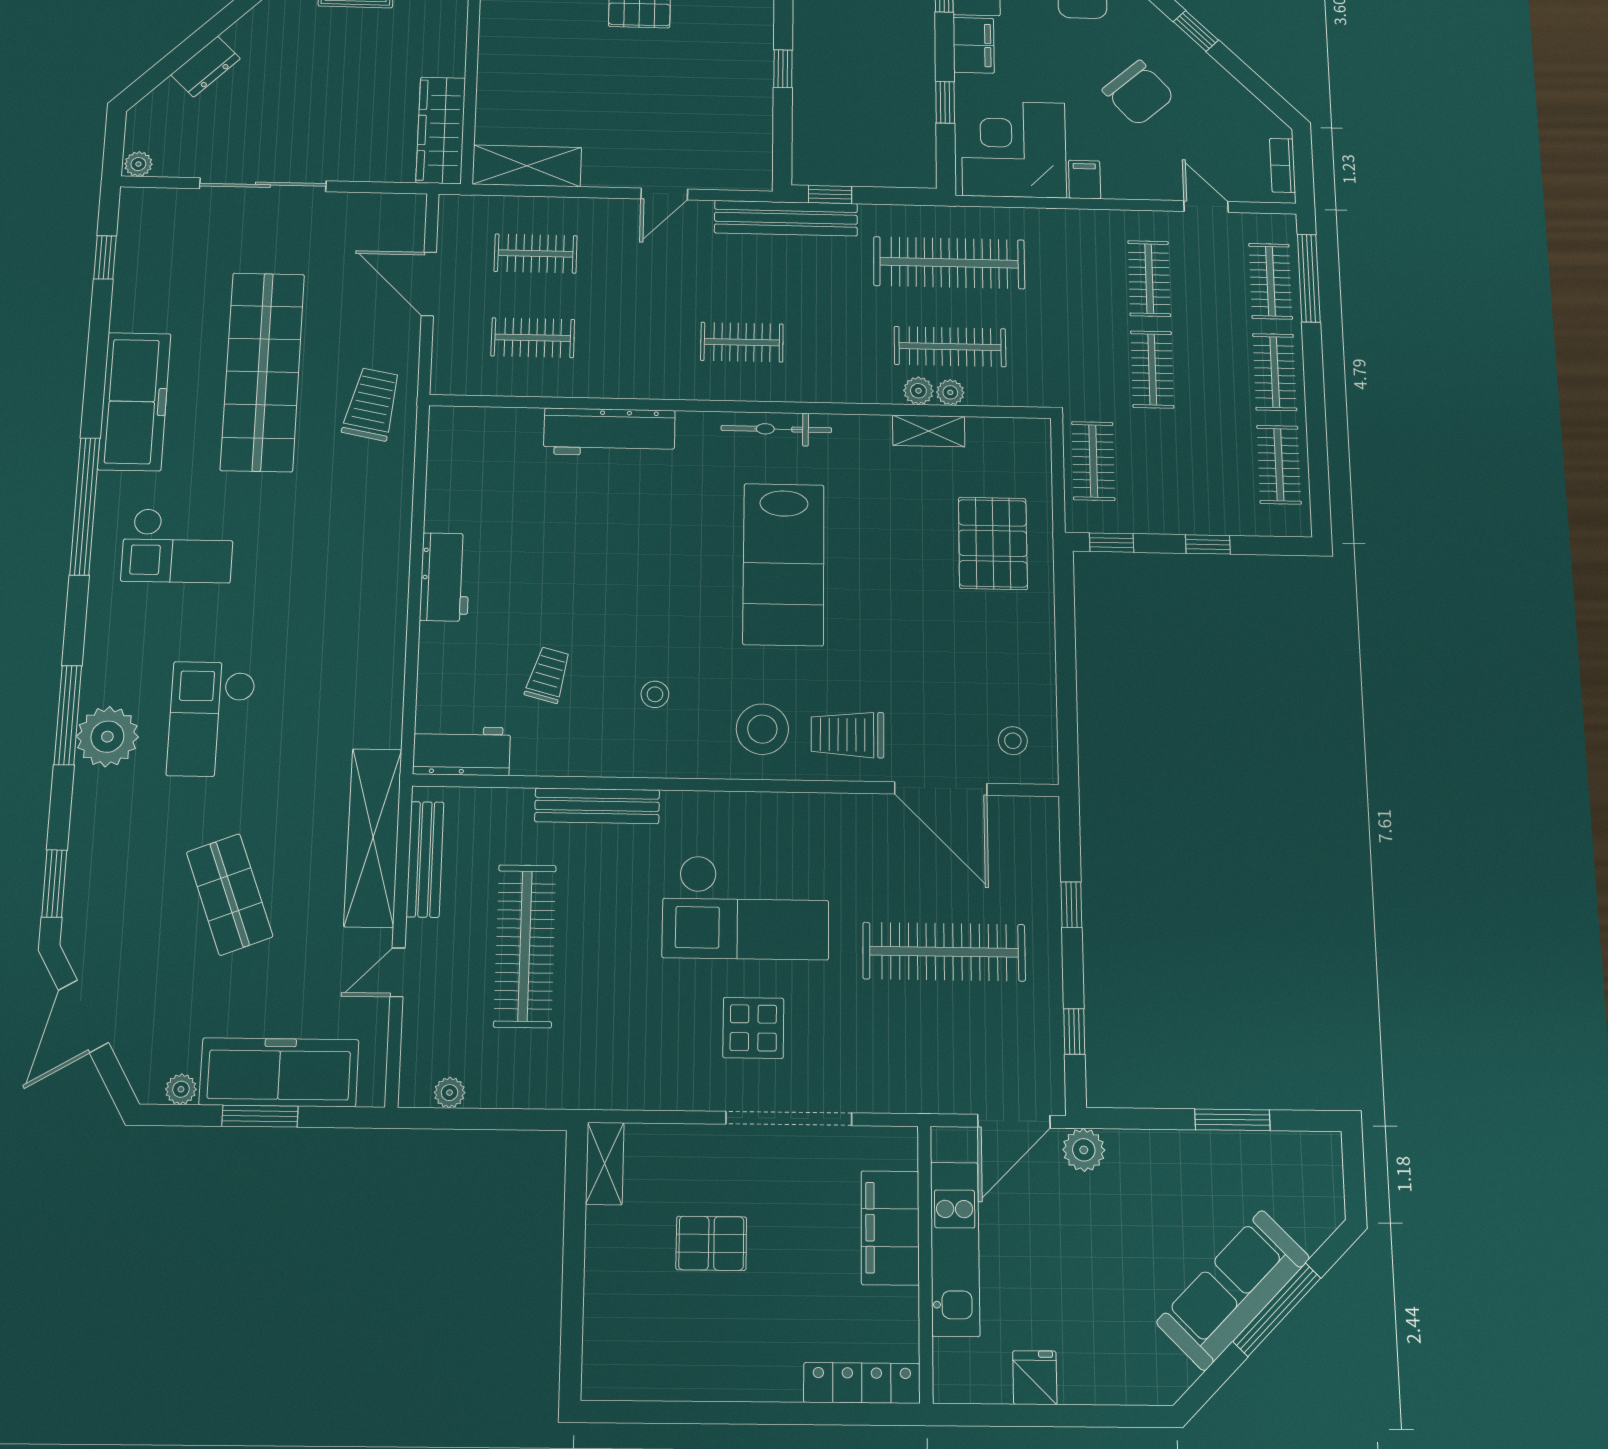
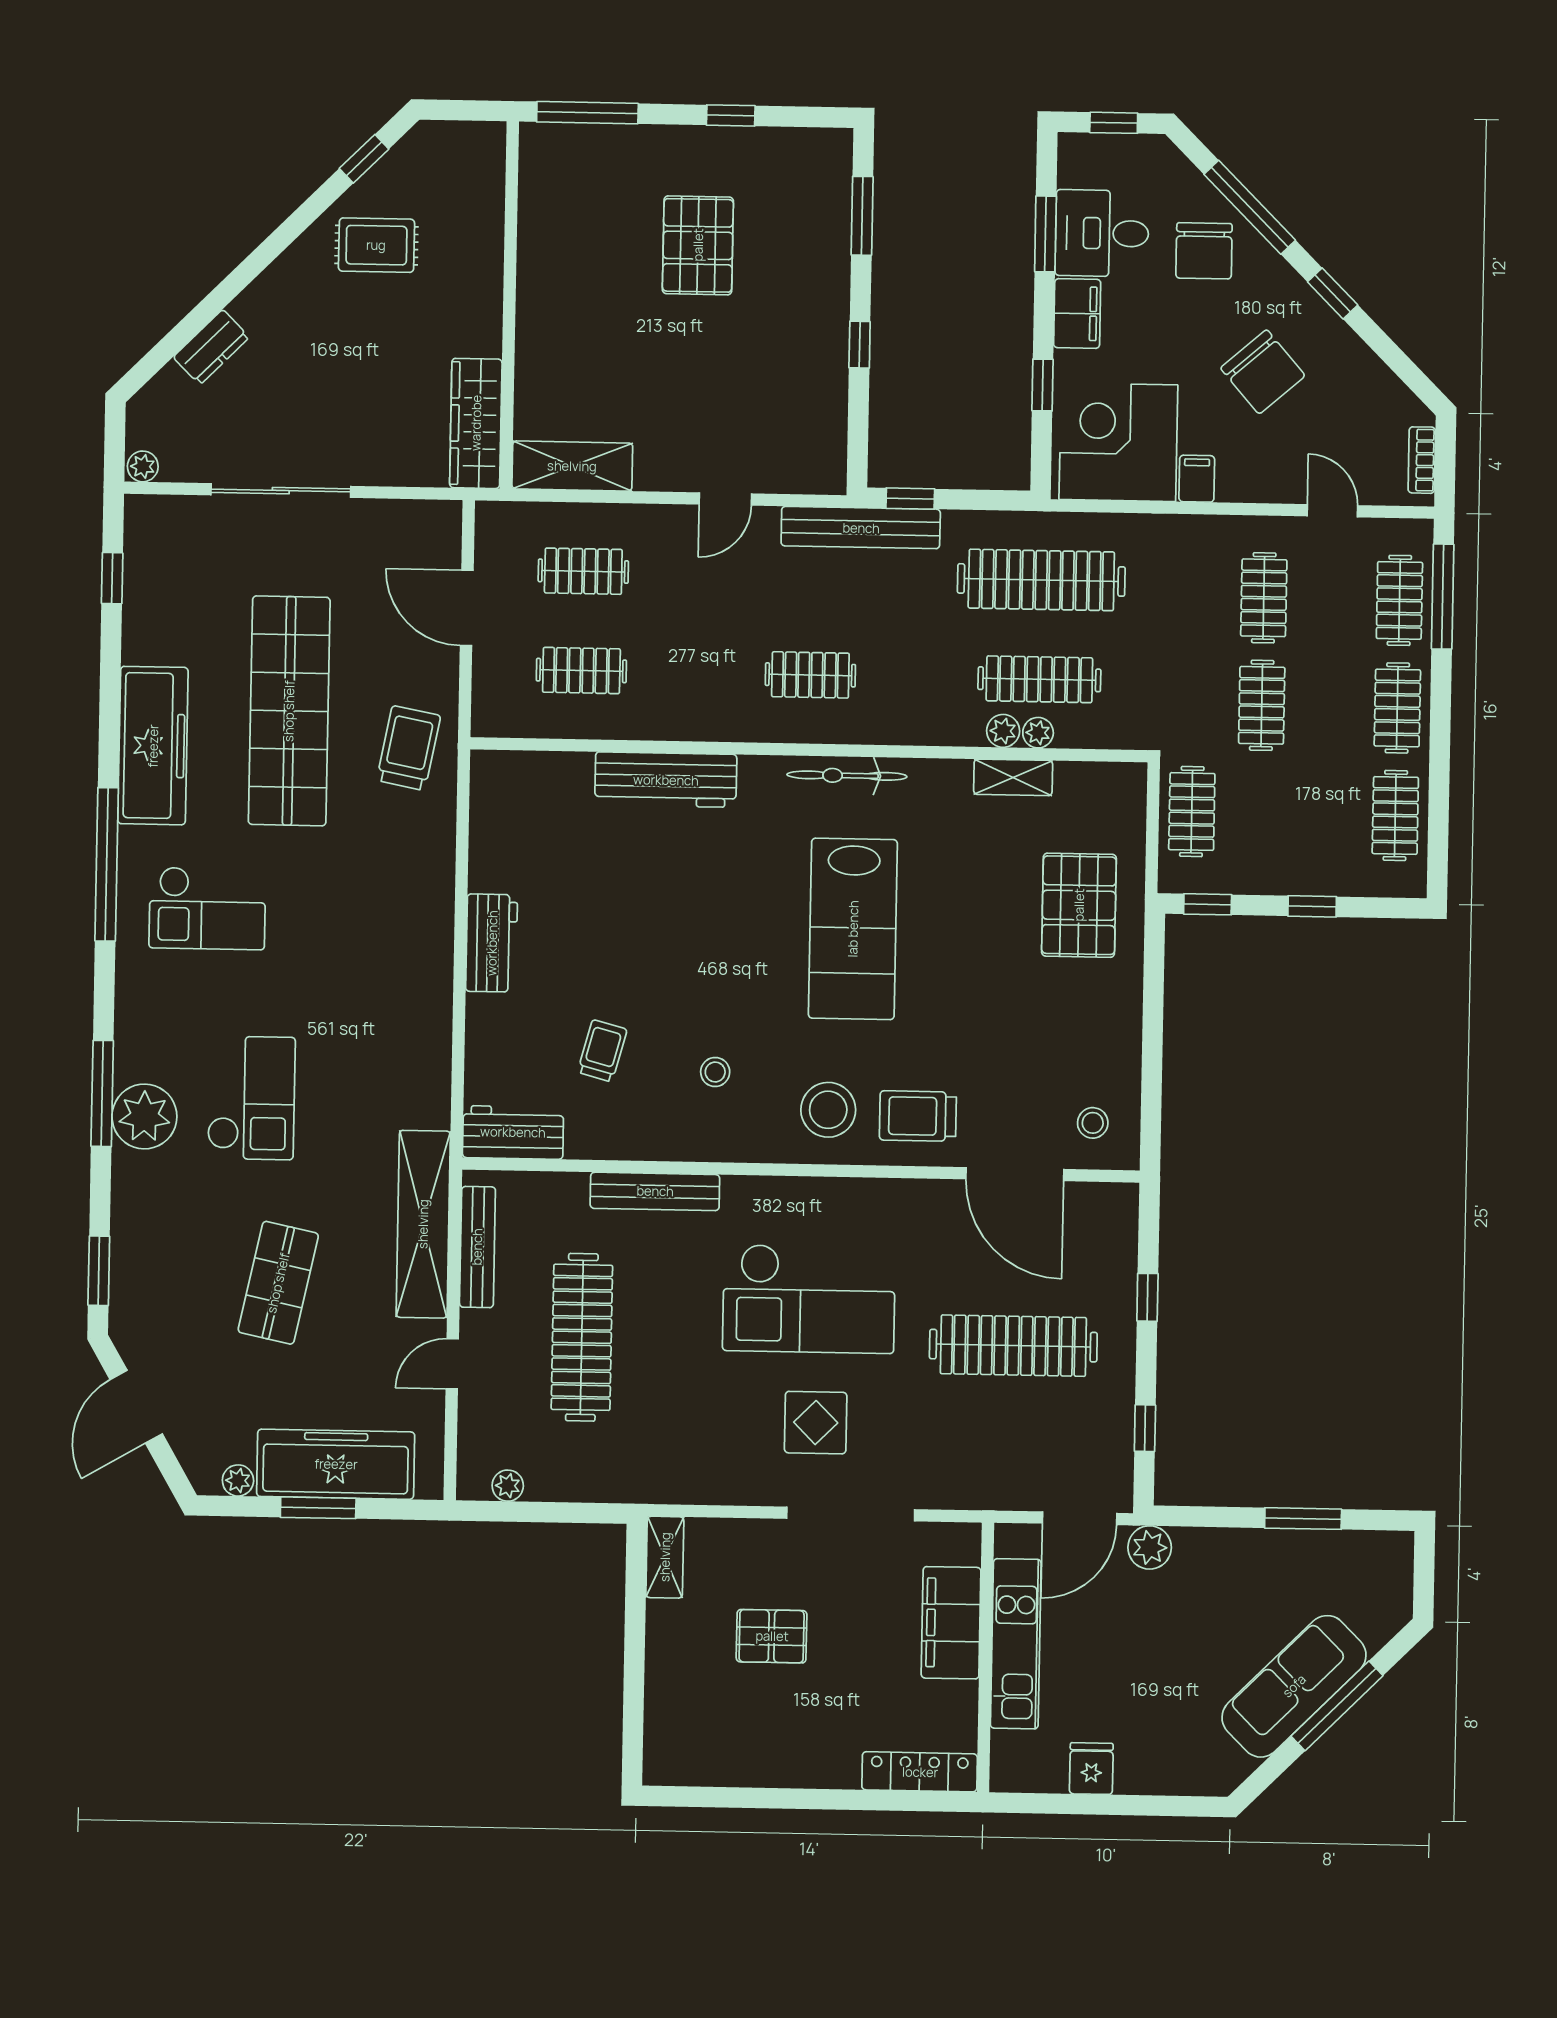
checkout: (211, 719) -> (251, 1098), turned 180
shop shelf: (230, 894) -> (278, 1283), turned 33

